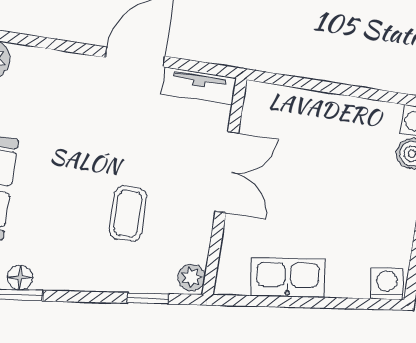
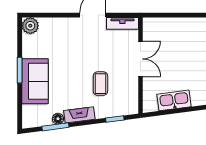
fireplace: (70, 277) -> (79, 115), added
plant: (192, 277) -> (132, 107), removed

